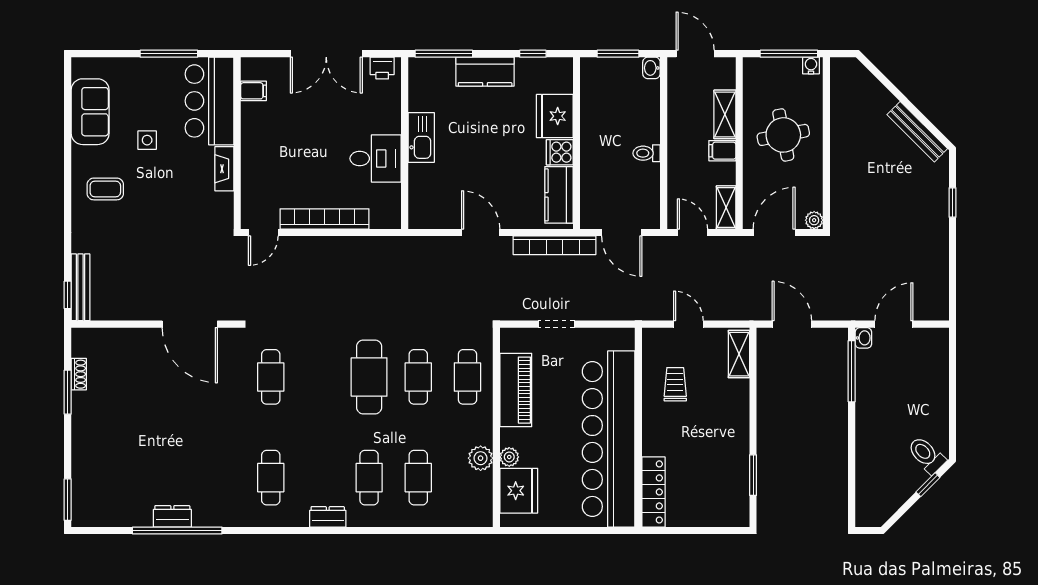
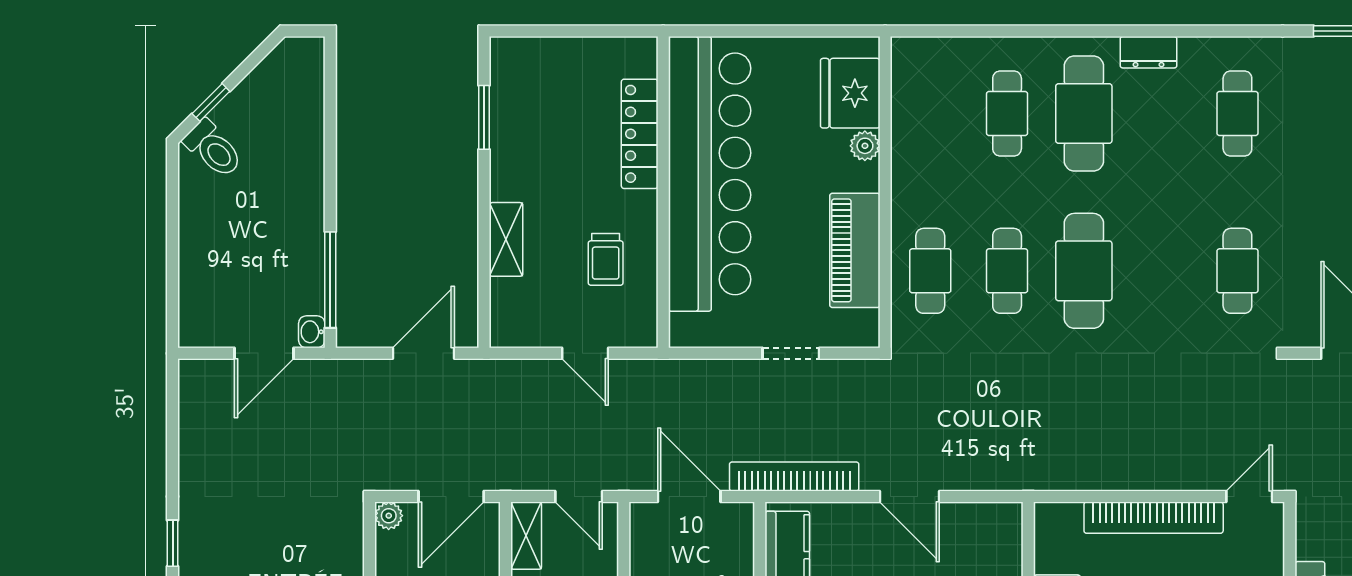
door: (792, 324) -> (424, 353), swing flipped
shelving: (739, 354) -> (506, 239), moved
plant: (481, 458) -> (910, 144), removed
cafe table: (369, 478) -> (1084, 114), width x1.37, depth x1.35
locker: (653, 492) -> (640, 134), moved

